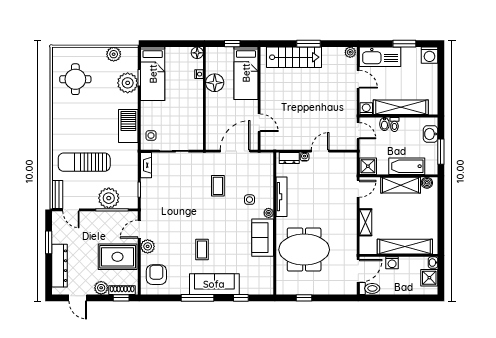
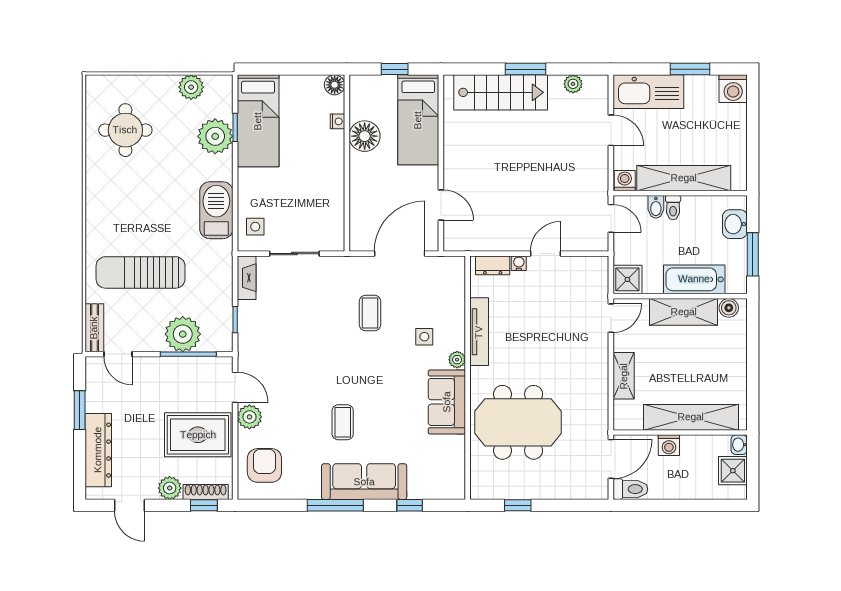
plant: (350, 52) -> (573, 84), moved
door: (139, 229) -> (235, 387), swing flipped

